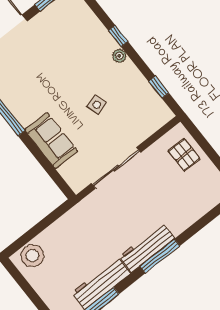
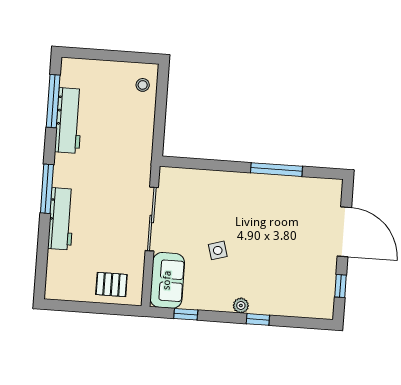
sofa: (51, 141) -> (167, 280), moved, turned -90
workbench: (147, 247) -> (61, 219), moved
stool: (32, 256) -> (143, 85), width x0.53, depth x0.53

